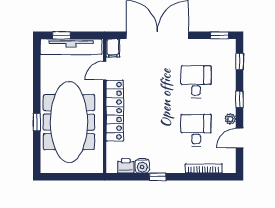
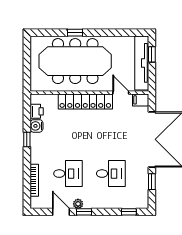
window: (219, 35) -> (152, 182), moved
window: (240, 99) -> (84, 212), moved

